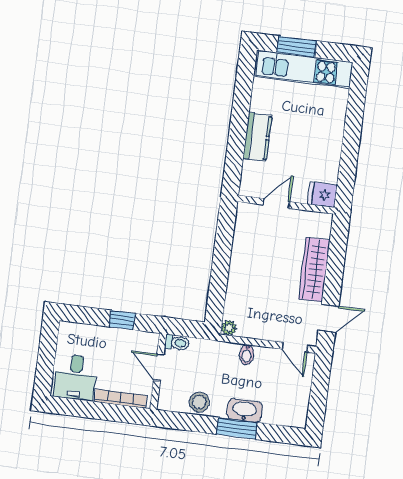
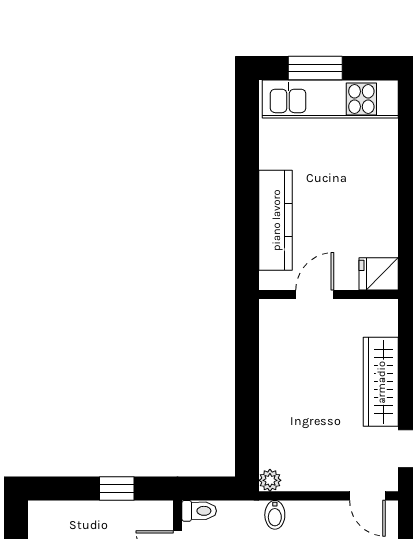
kitchen counter: (257, 137) -> (276, 220), width x1.50
bidet: (247, 355) -> (275, 515), moved

